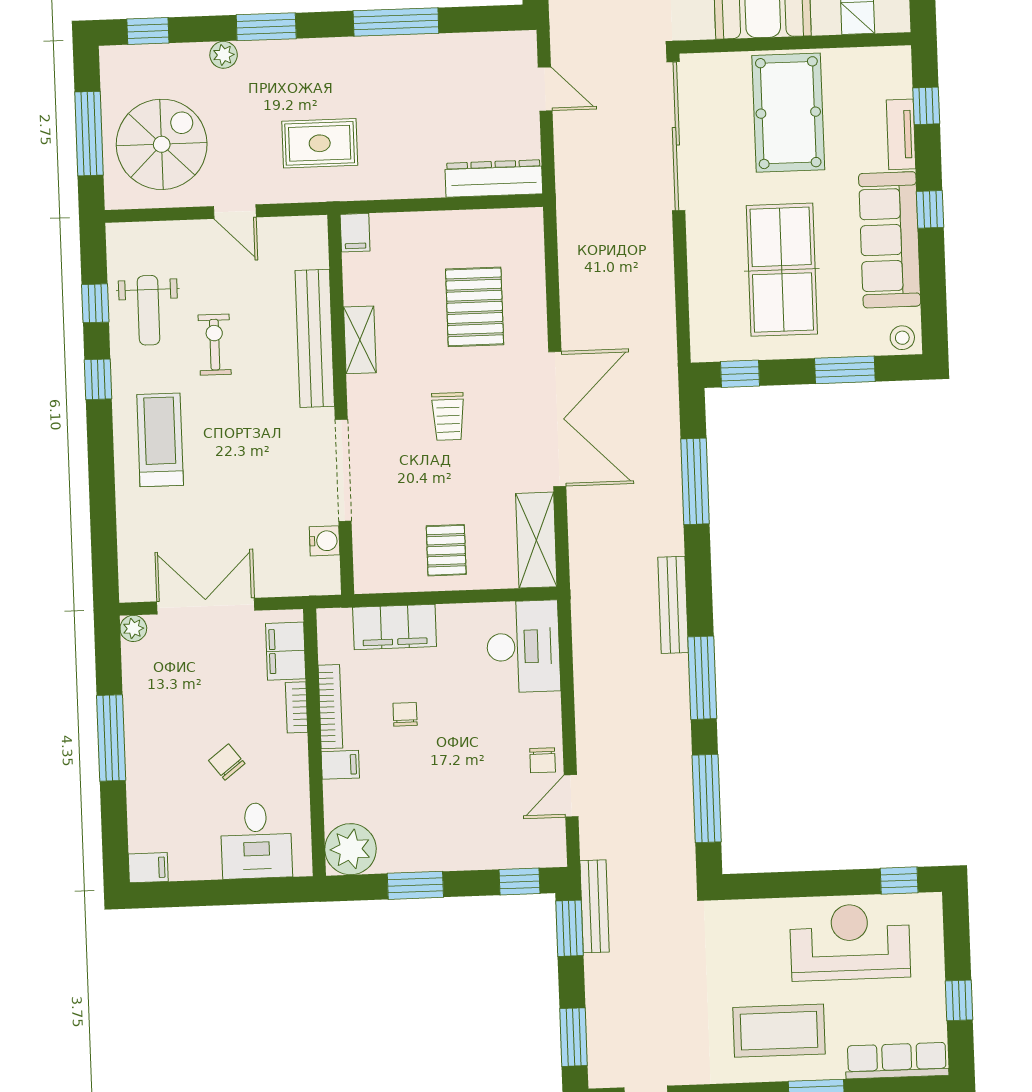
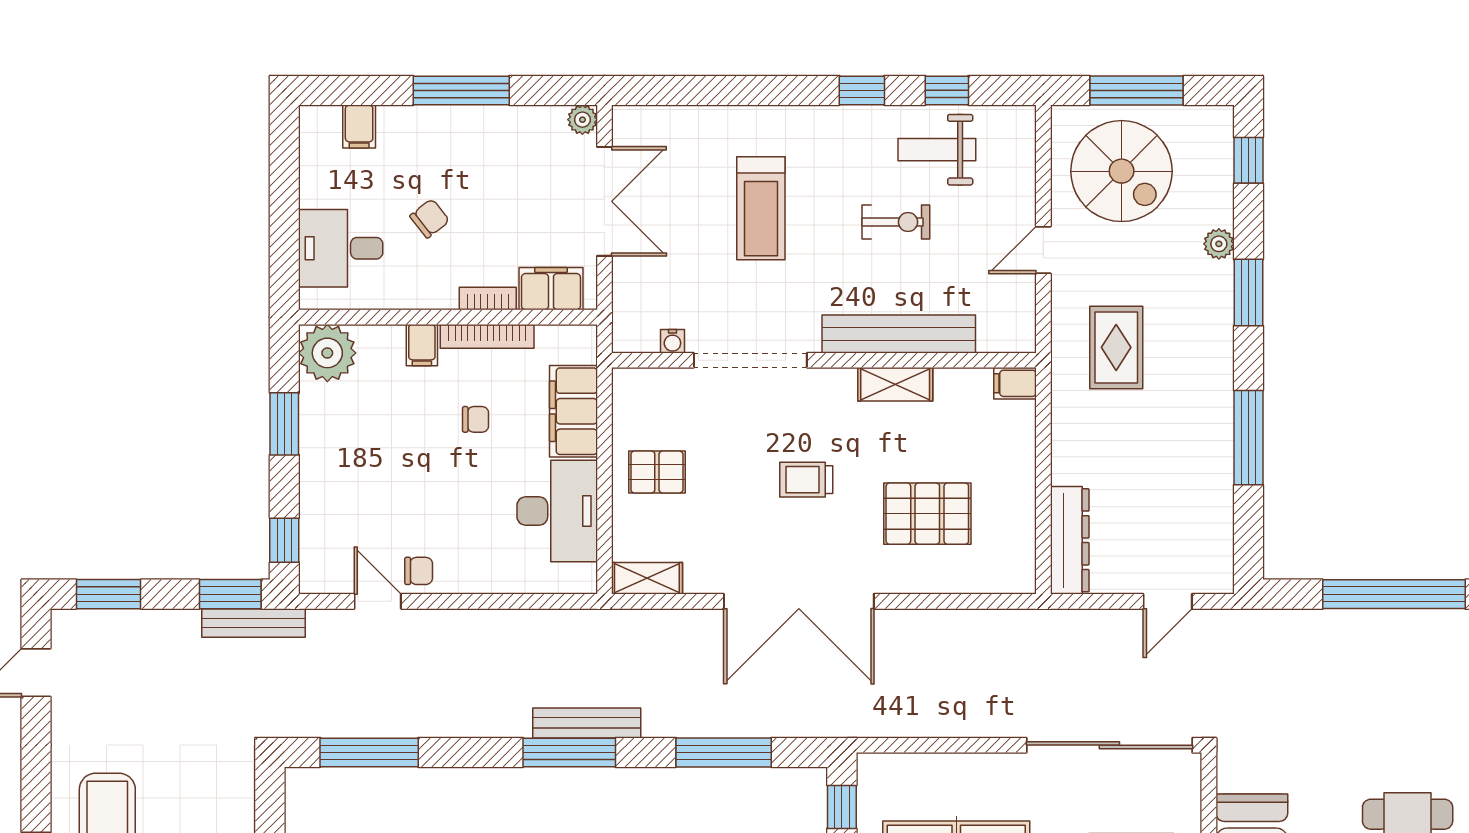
treadmill: (160, 440) -> (761, 208), moved, turned 90
shelving: (536, 540) -> (647, 578), width x0.67, depth x0.75
water cooler: (325, 541) -> (672, 341), width x0.72, depth x0.72
desk: (523, 647) -> (557, 511), moved, turned -90
window: (702, 678) -> (569, 752), moved
chair: (543, 760) -> (419, 571), turned 180
filing cabinet: (148, 868) -> (359, 126), moved

